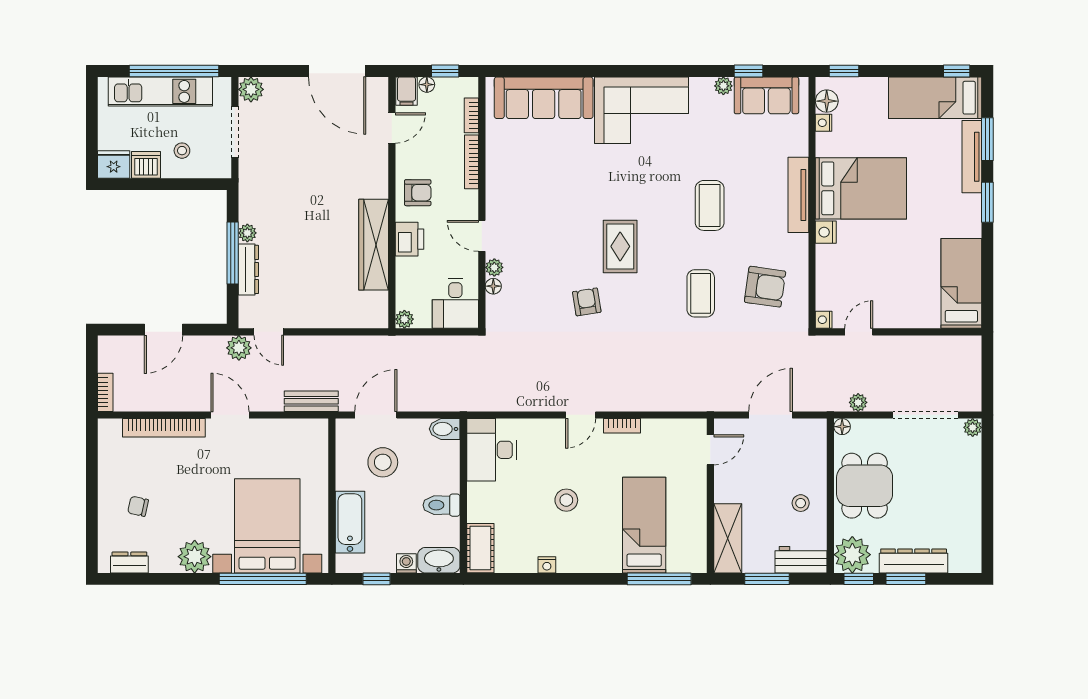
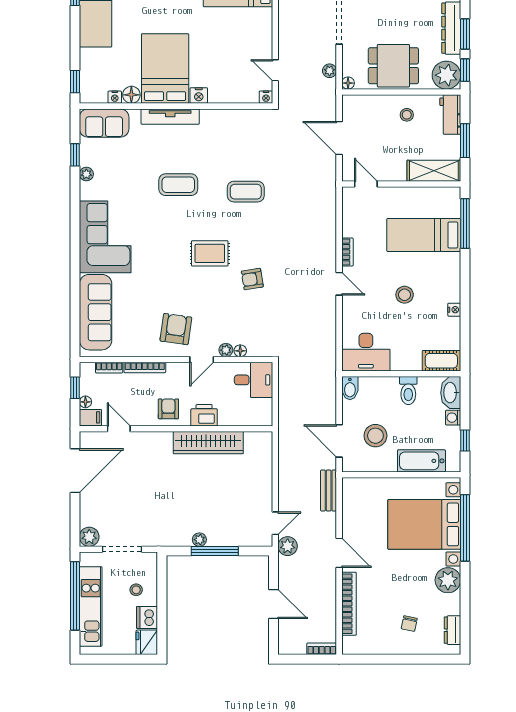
sofa: (766, 95) -> (104, 123), moved, turned 90
floor lamp: (827, 101) -> (131, 95), moved
dresser: (248, 269) -> (227, 539), removed
armchair: (765, 287) -> (176, 329), moved
plant: (404, 319) -> (266, 419), removed
door: (230, 415) -> (339, 553), swing flipped

